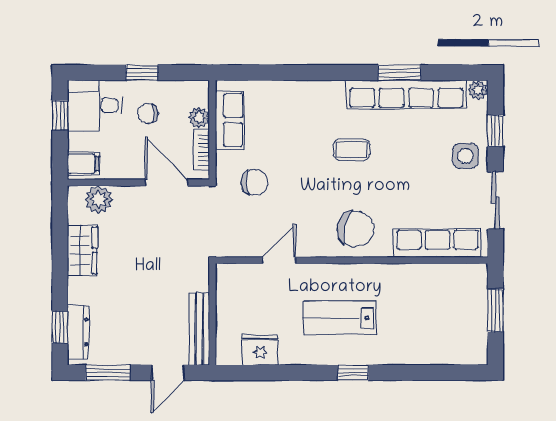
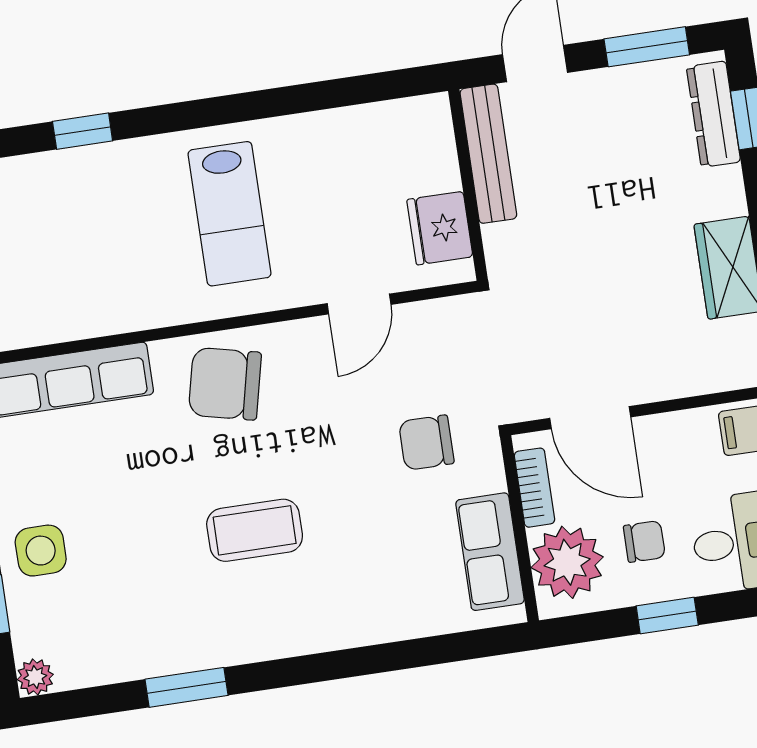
row of seats: (406, 94) -> (168, 649), removed
plant: (199, 117) -> (567, 562), width x1.88, depth x1.88
coffee table: (352, 150) -> (255, 530), width x1.36, depth x1.30
plant: (99, 199) -> (712, 367), removed
lab bench: (340, 318) -> (229, 214), turned 90
fridge: (260, 350) -> (440, 228), moved, turned 90
window: (353, 373) -> (83, 131), moved

